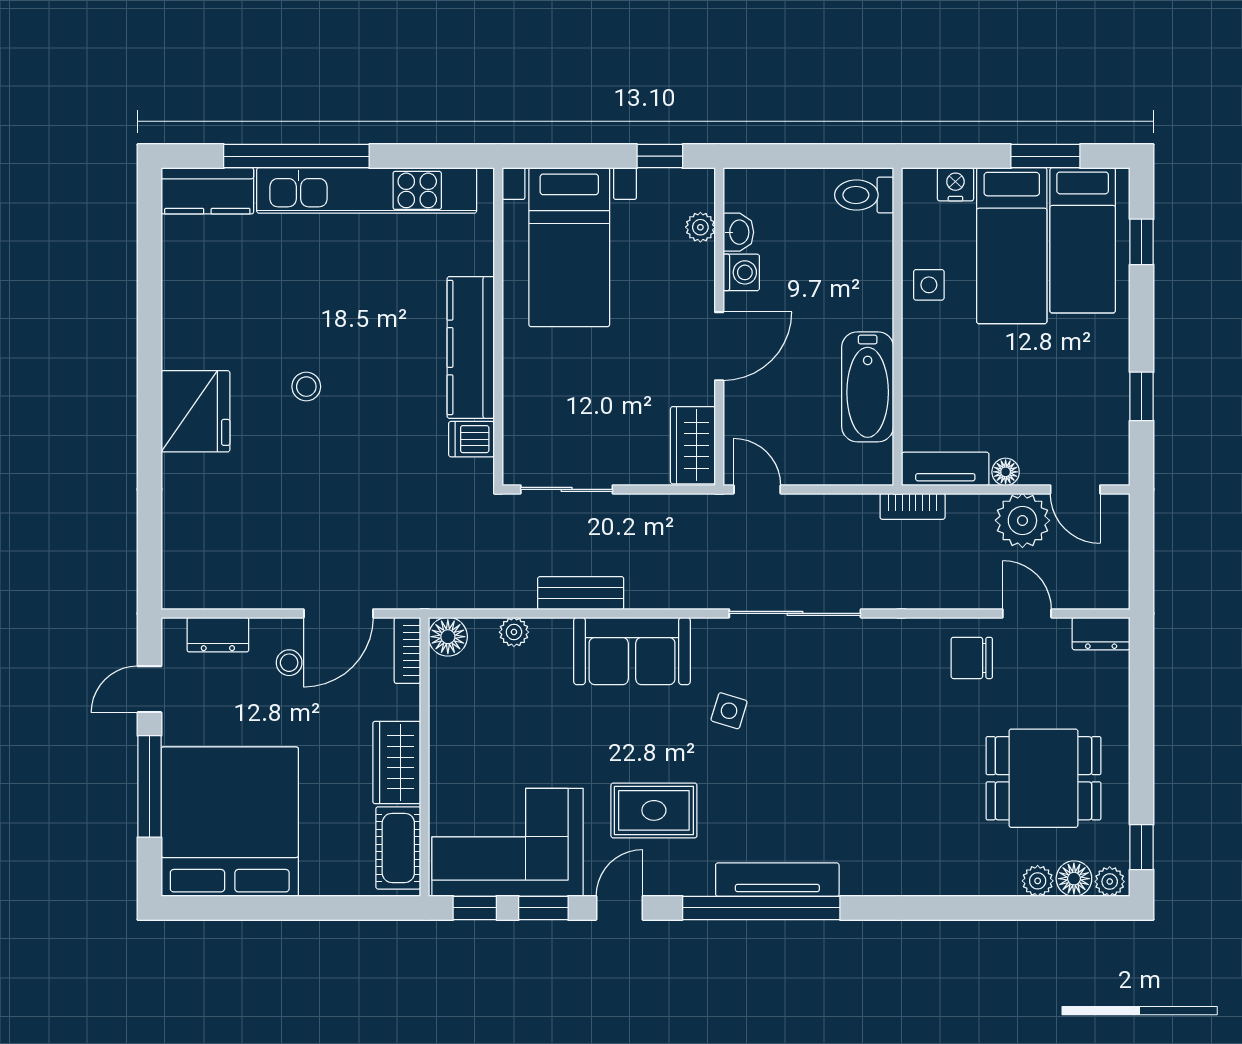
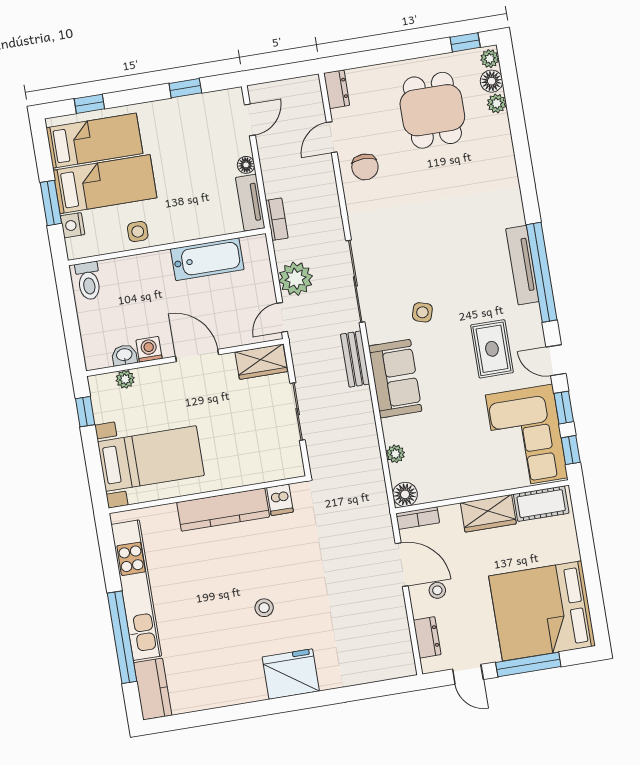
window: (1045, 156) -> (51, 203), moved
sliding door: (567, 489) -> (298, 412), moved
plant: (1022, 520) -> (296, 279), moved
bench: (581, 593) -> (355, 359), moved

